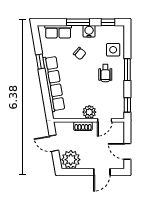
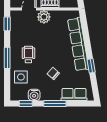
water cooler: (89, 31) -> (34, 95), moved

